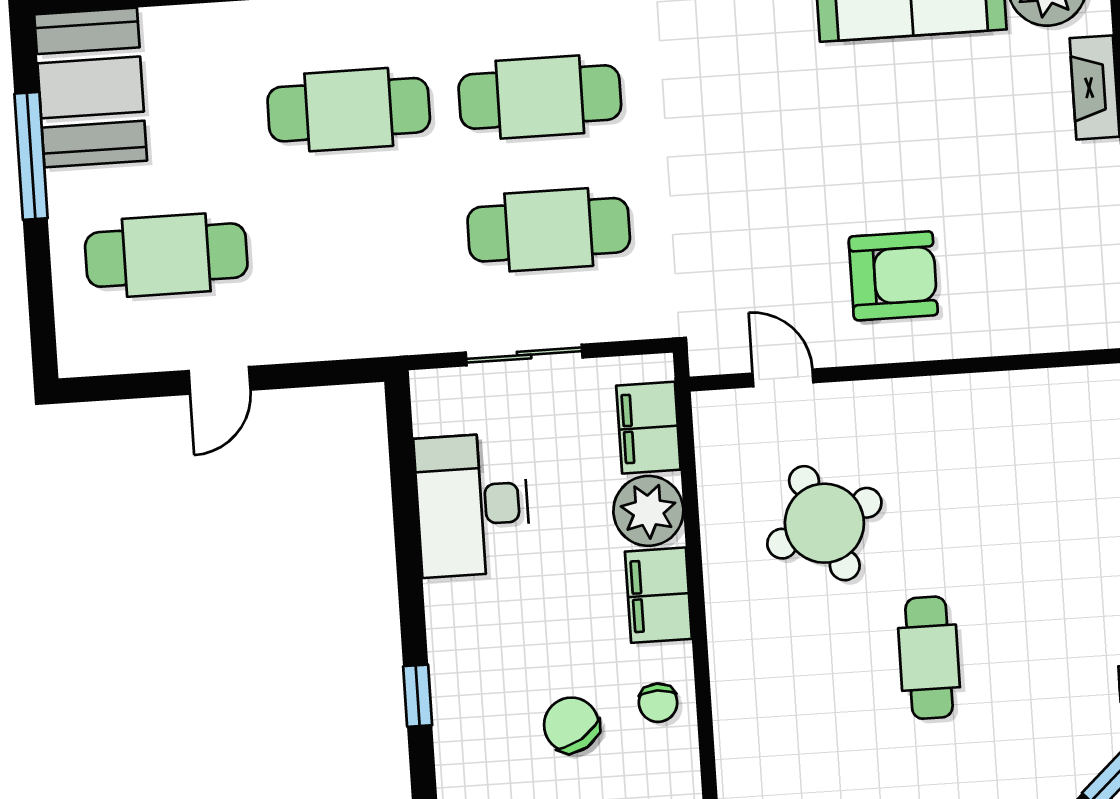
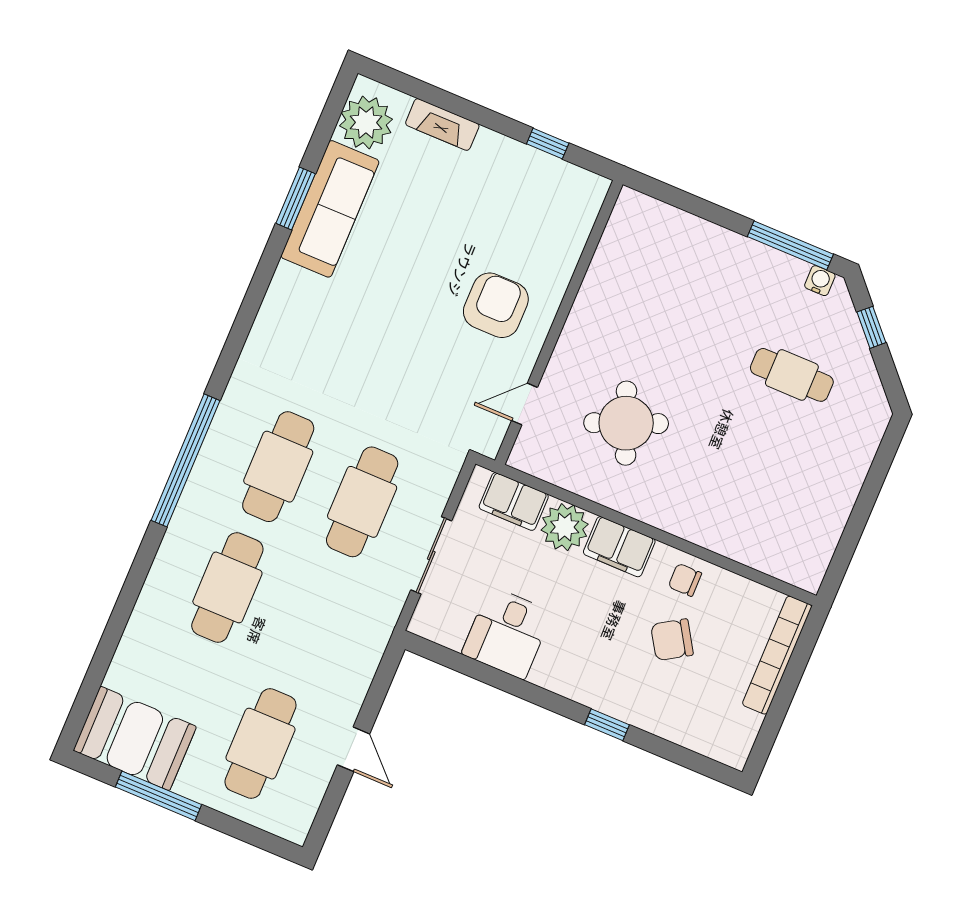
desk: (472, 505) -> (507, 633), width x0.73
cafe table: (929, 658) -> (792, 375), moved
chair: (658, 703) -> (685, 580), turned 180

